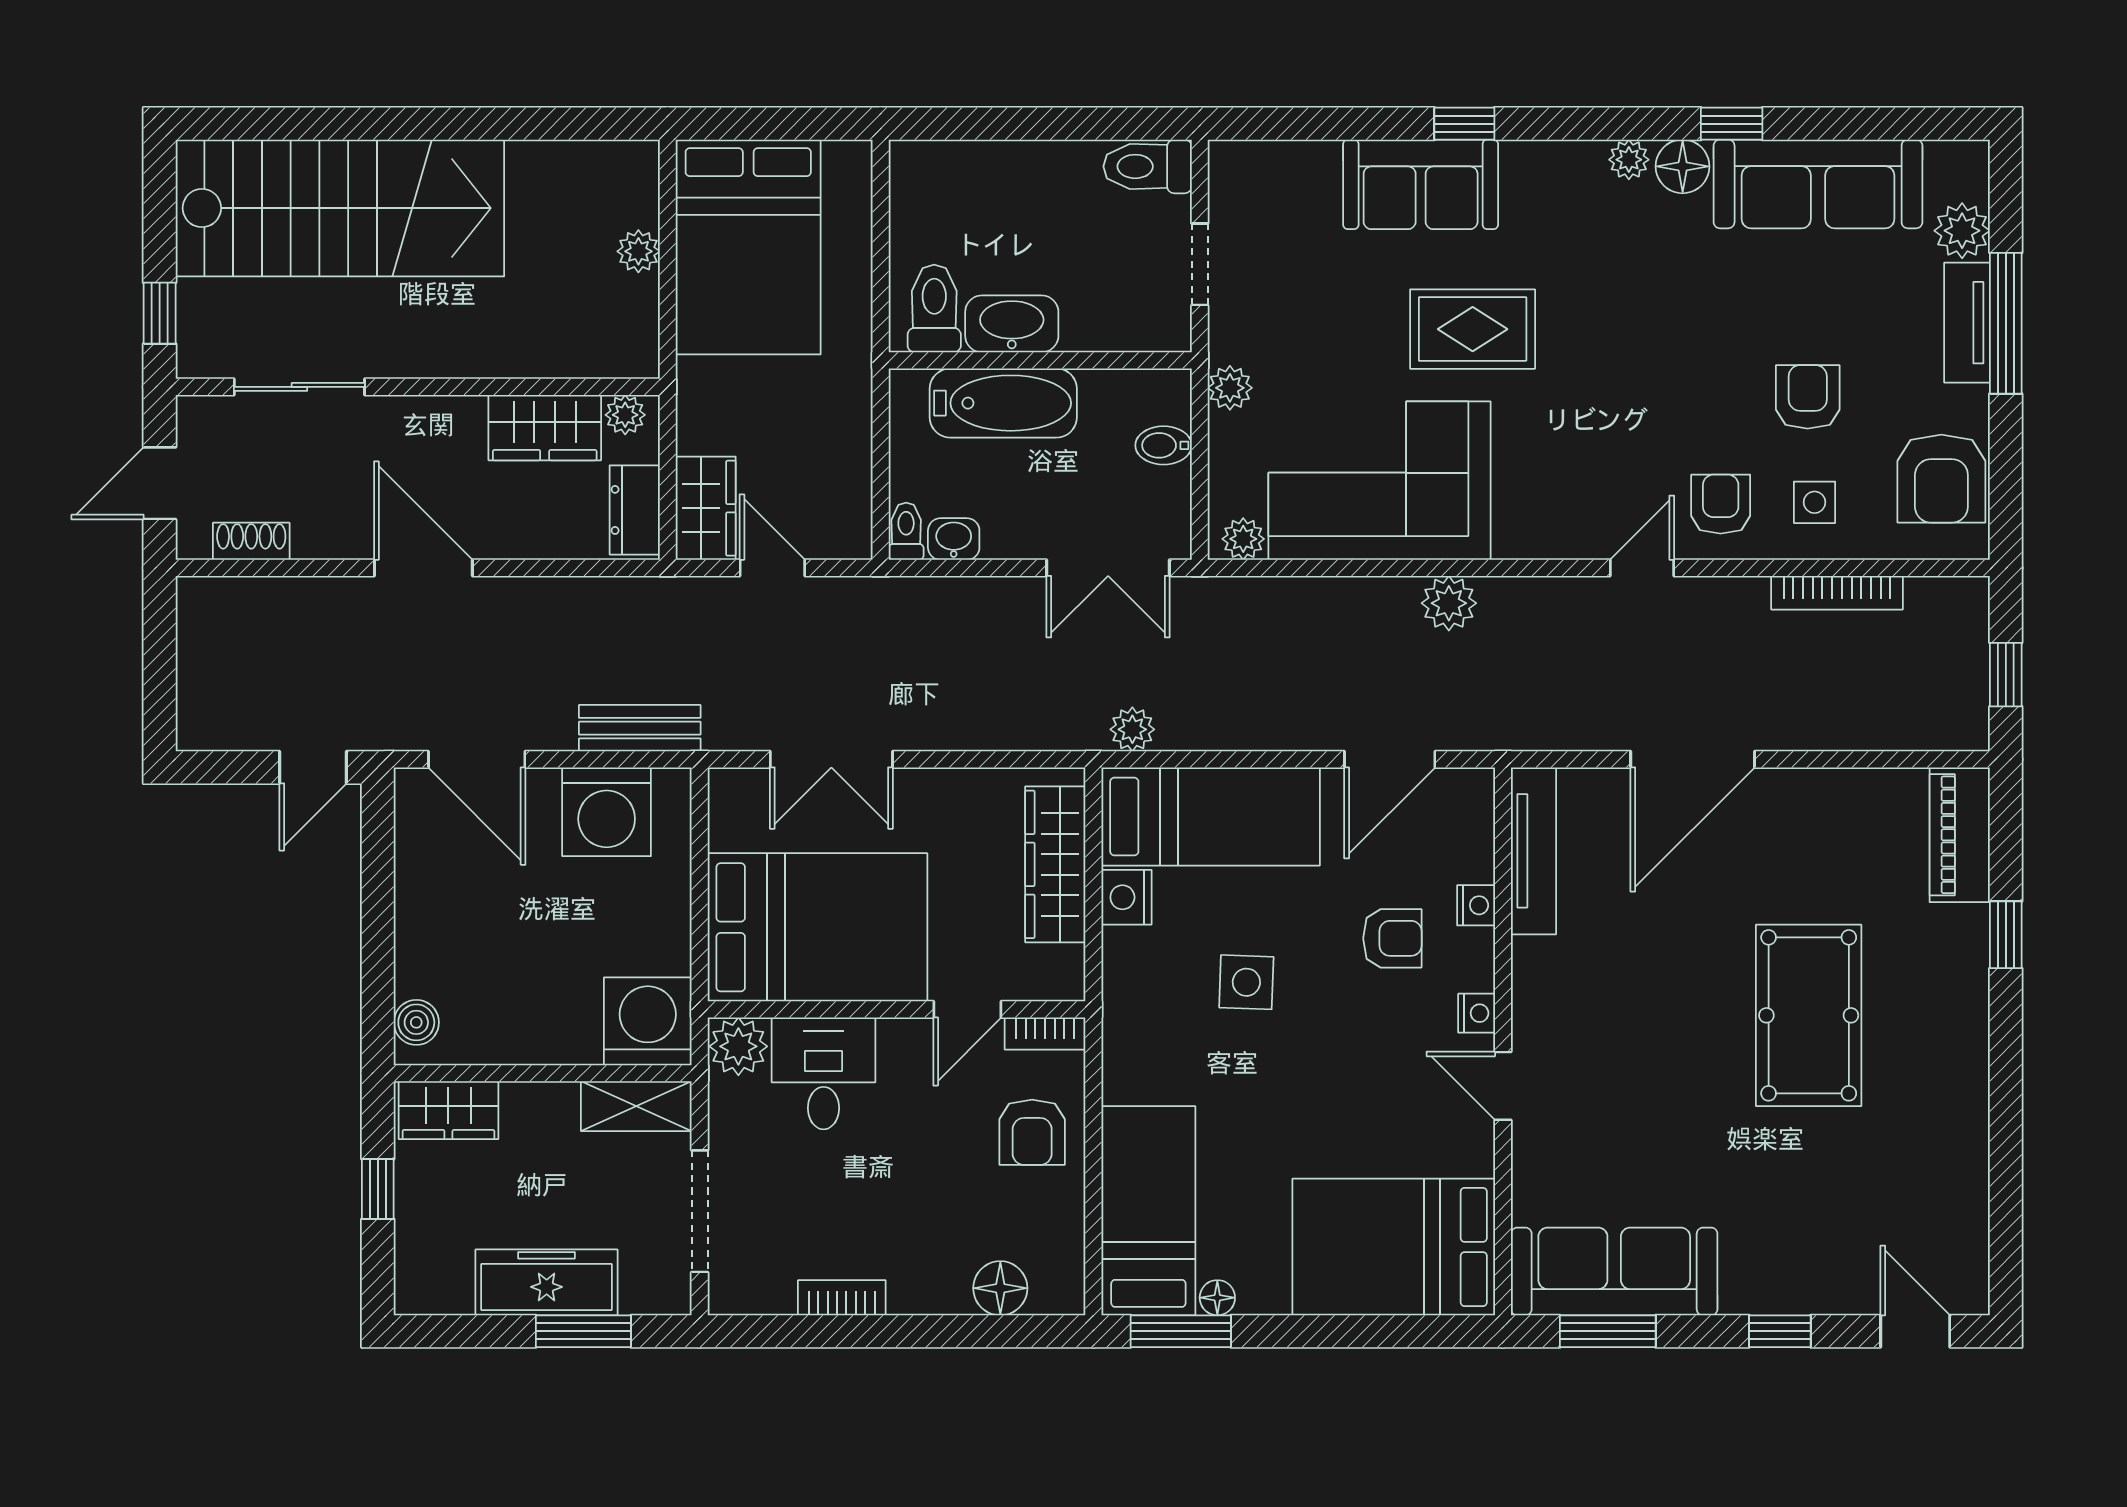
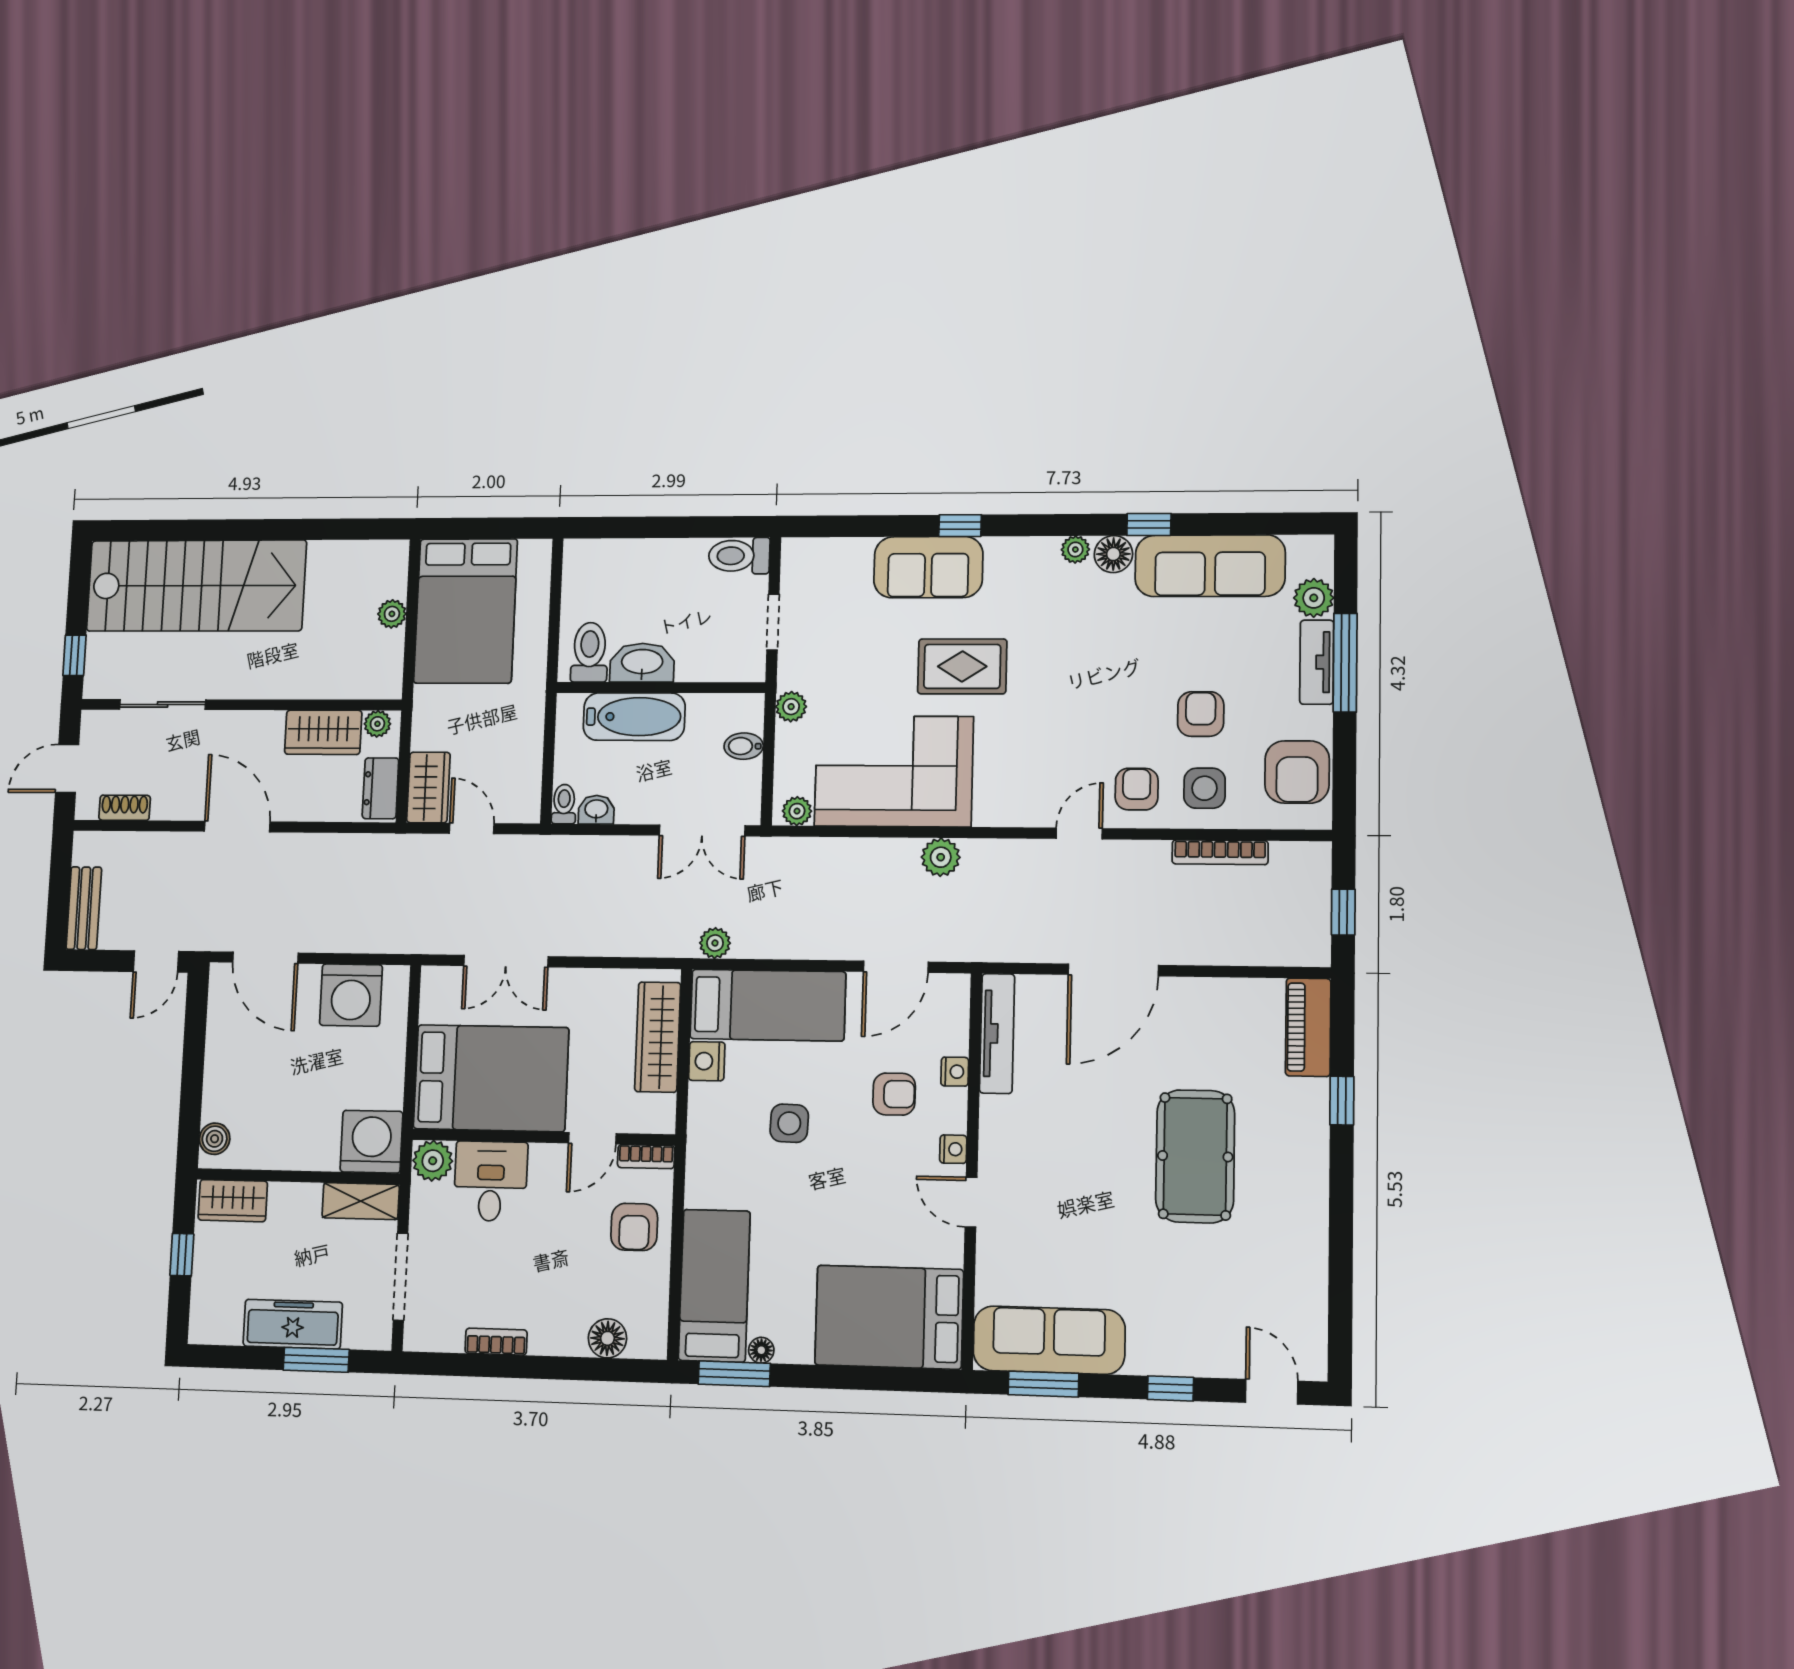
side table: (1814, 502) -> (1205, 788), width x1.37, depth x1.37
bench: (640, 728) -> (84, 908), moved, turned 90

